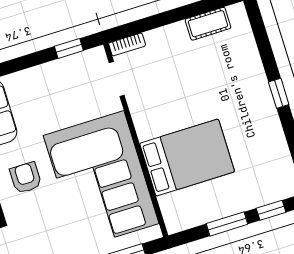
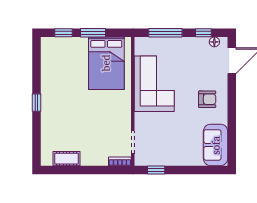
bed: (187, 157) -> (106, 63), moved, turned -90
armchair: (26, 178) -> (207, 99), turned -90
corner sofa: (101, 180) -> (154, 84), width x0.73, depth x0.74

